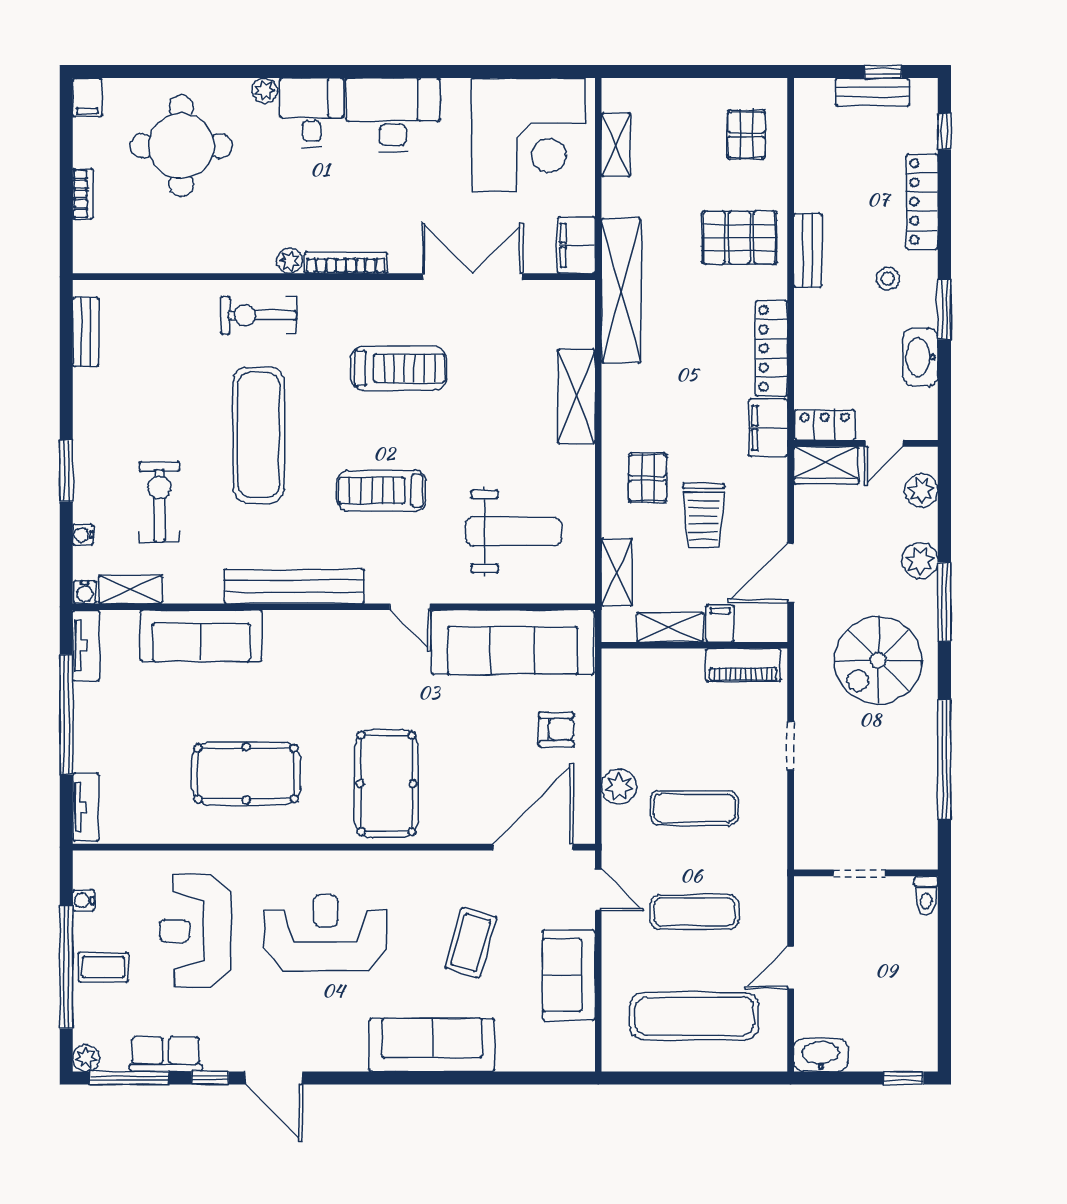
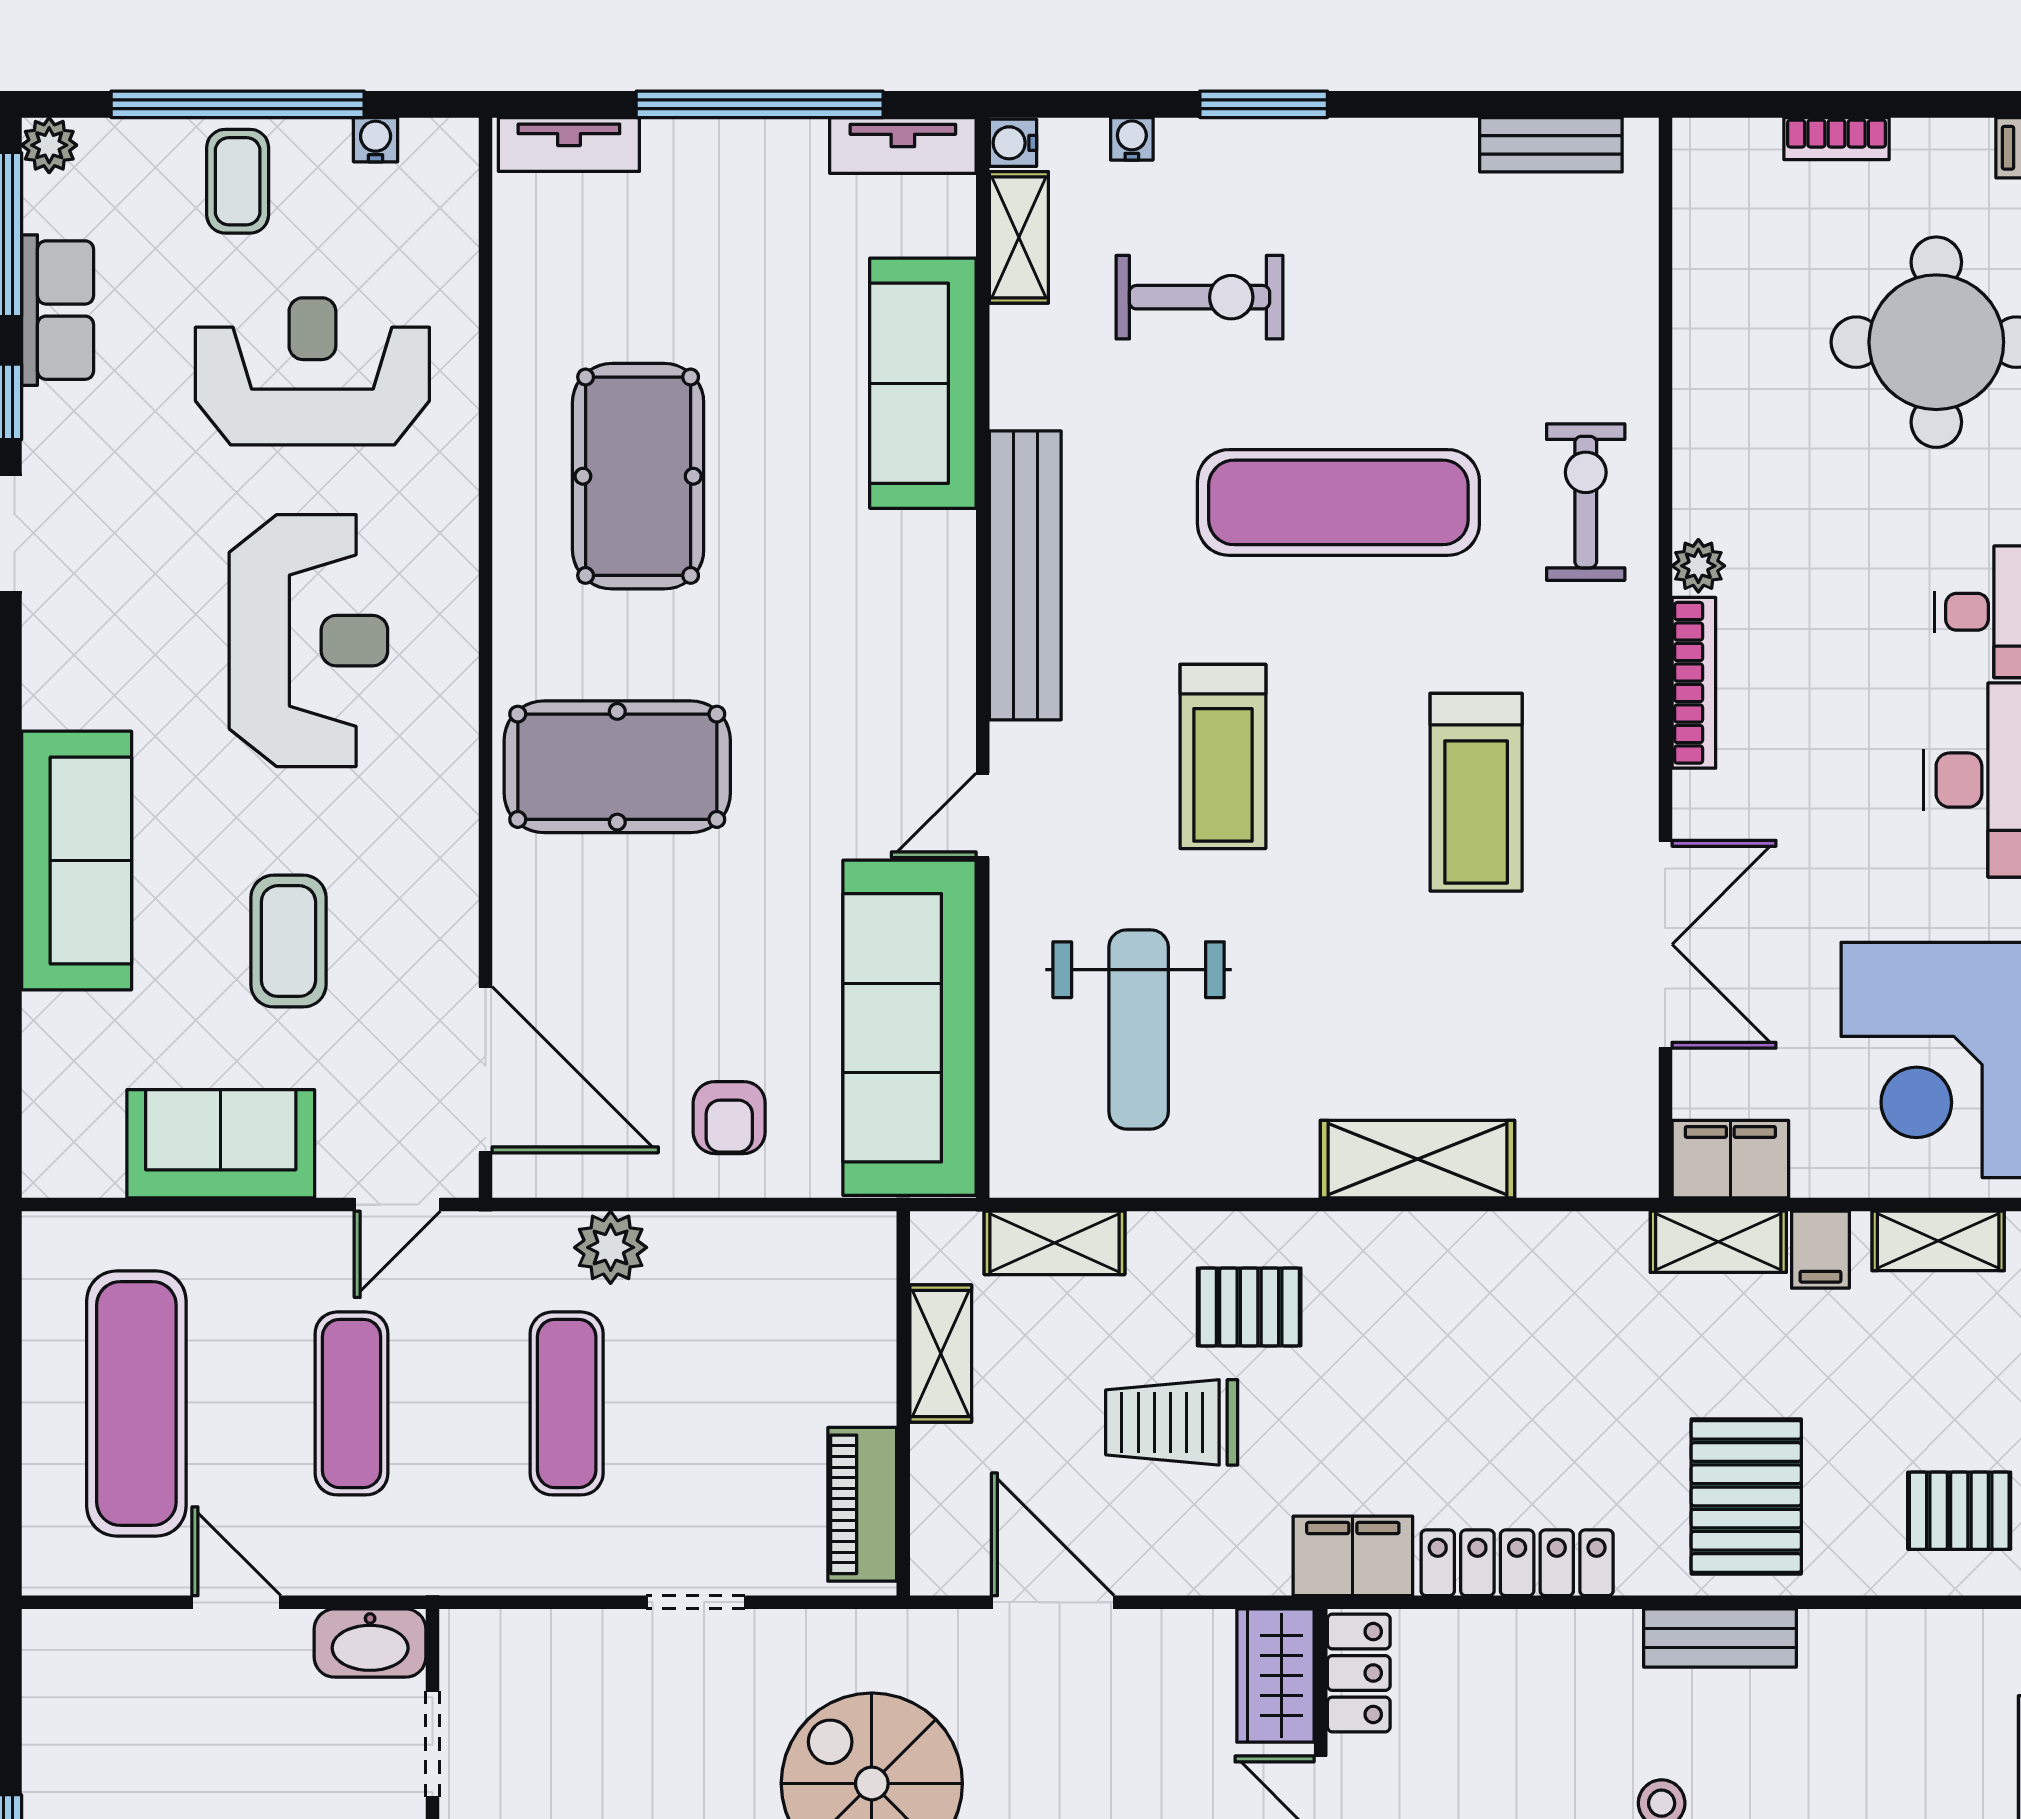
shelving: (621, 291) -> (1718, 1242), width x0.45, depth x0.75
treadmill: (382, 491) -> (1223, 756), turned 180
filing cabinet: (720, 623) -> (1820, 1250), moved, turned 90
coffee table: (471, 942) -> (288, 941), turned 74
washbasin: (821, 1055) -> (370, 1643), moved, turned 90

